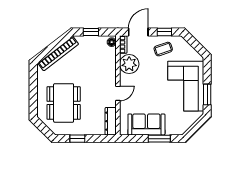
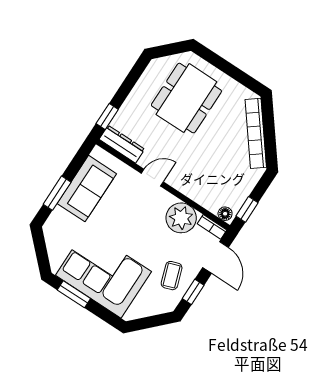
window: (91, 32) -> (247, 209), moved
door: (118, 93) -> (152, 178), swing flipped
dining table: (64, 103) -> (186, 98), turned 90
window: (77, 139) -> (107, 117), moved

